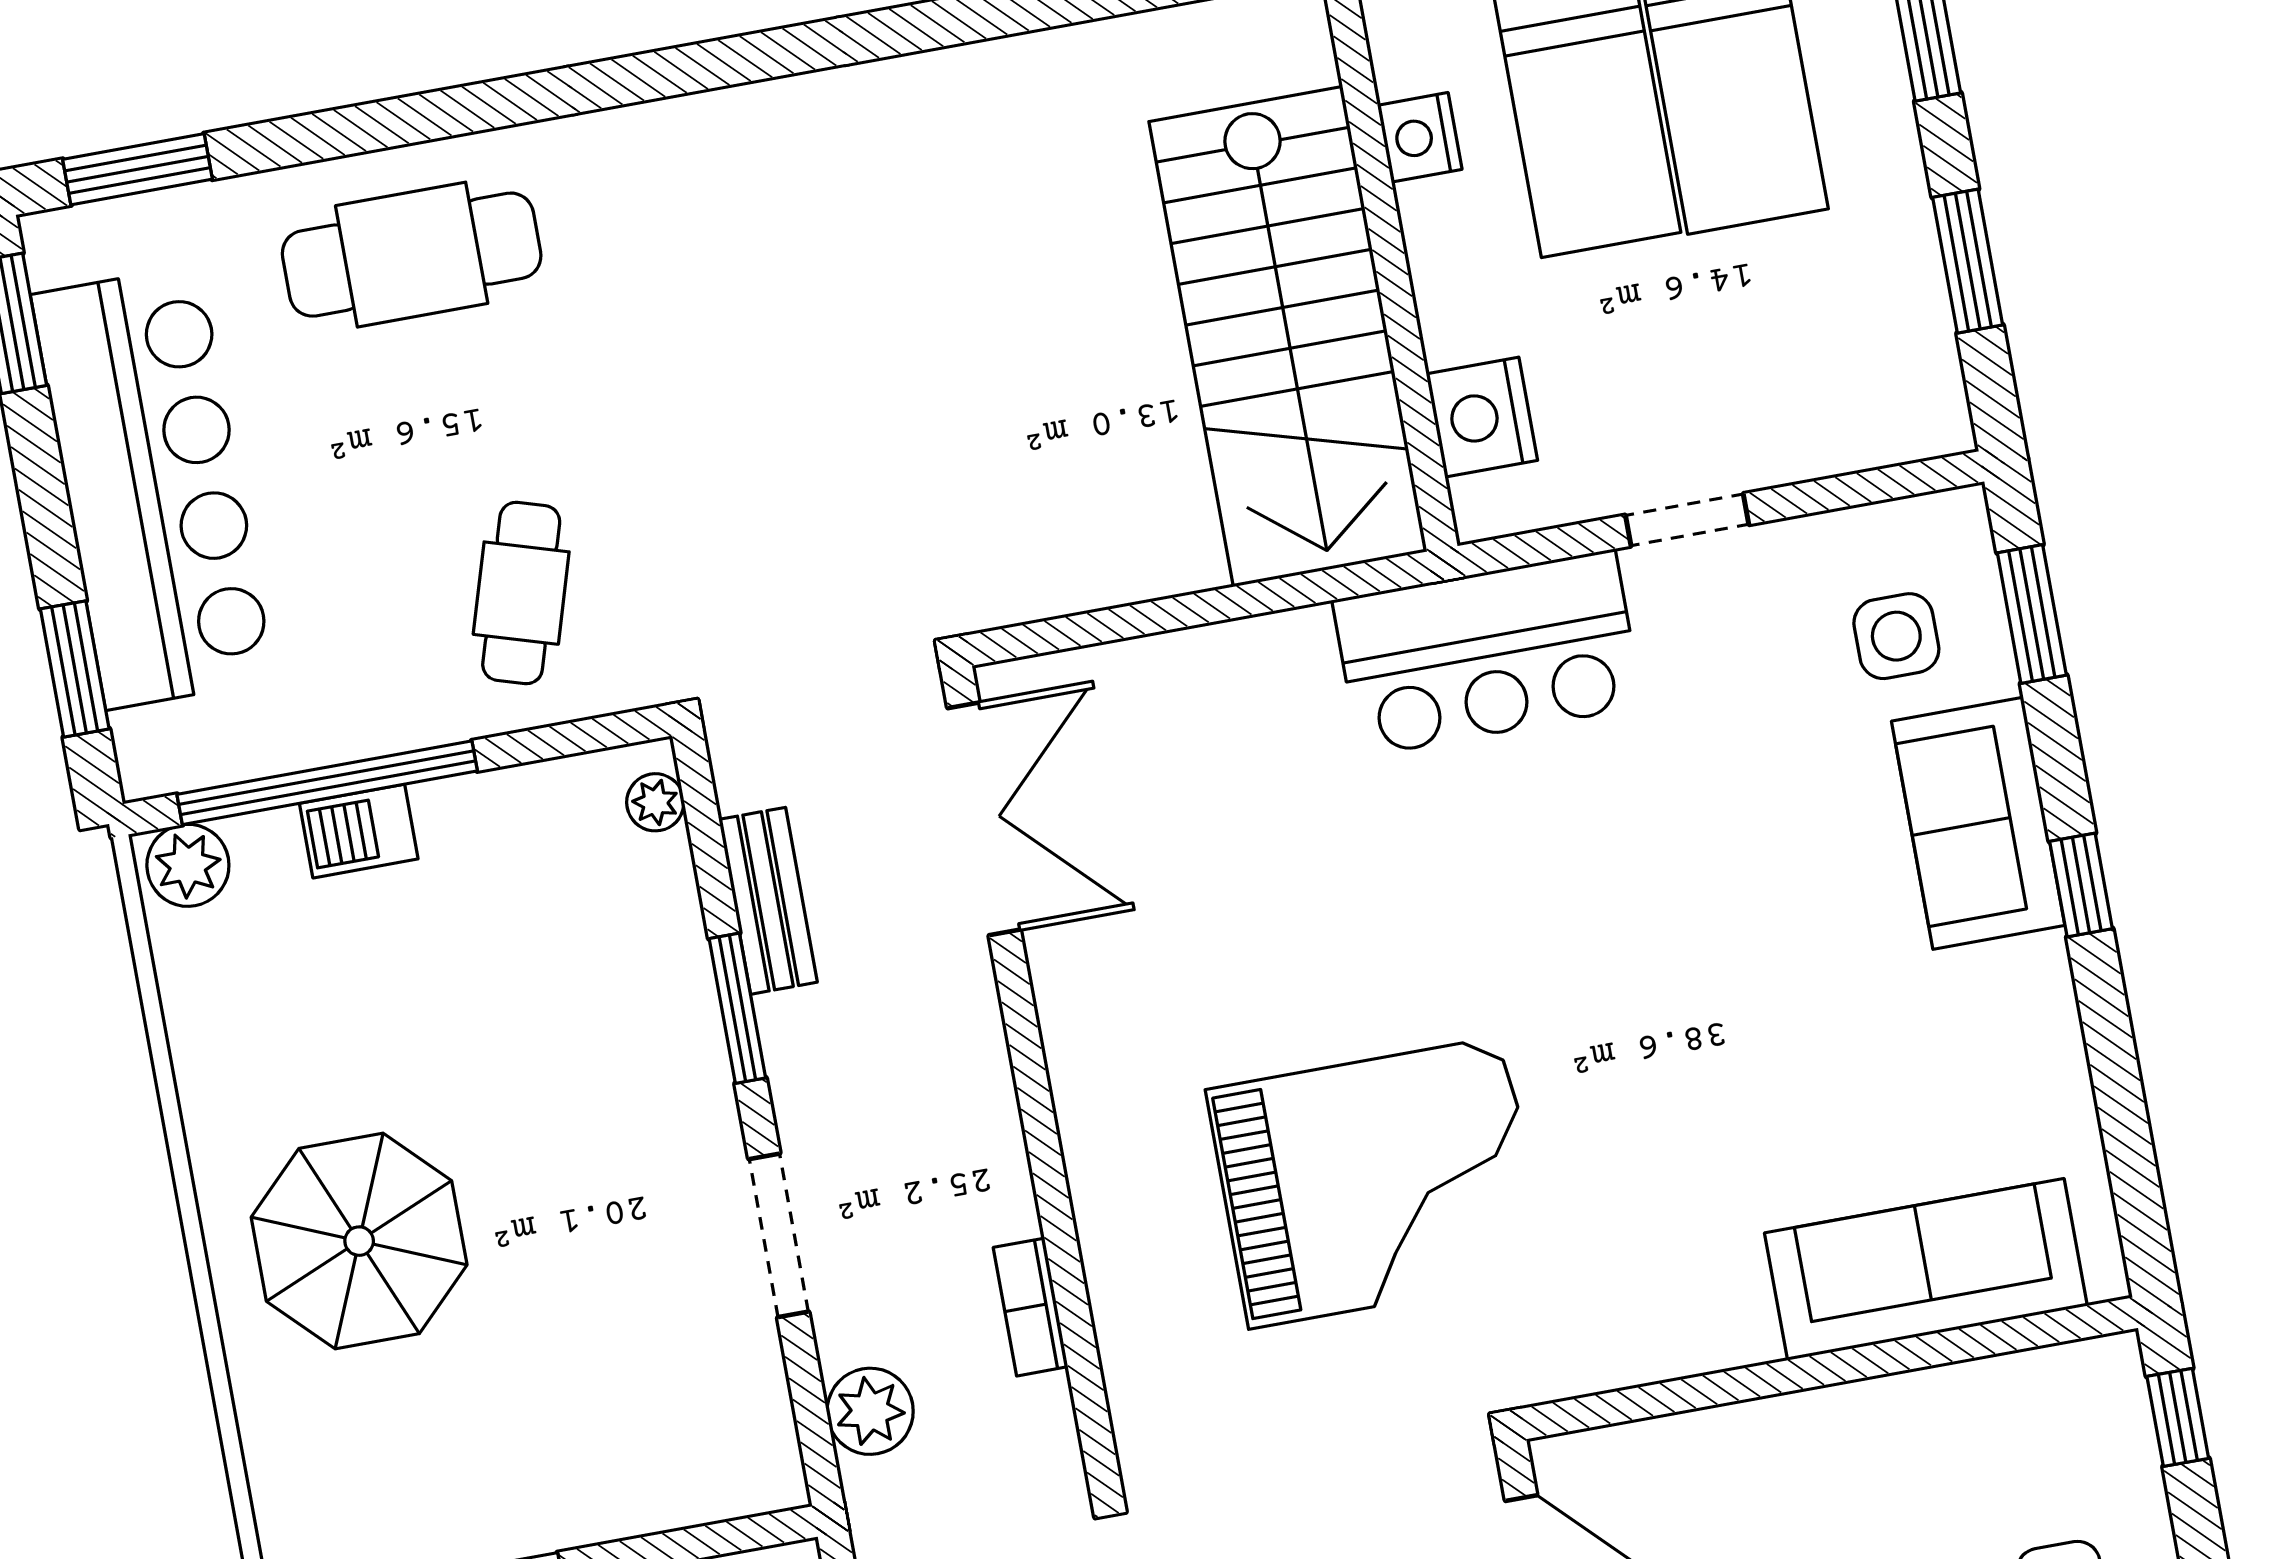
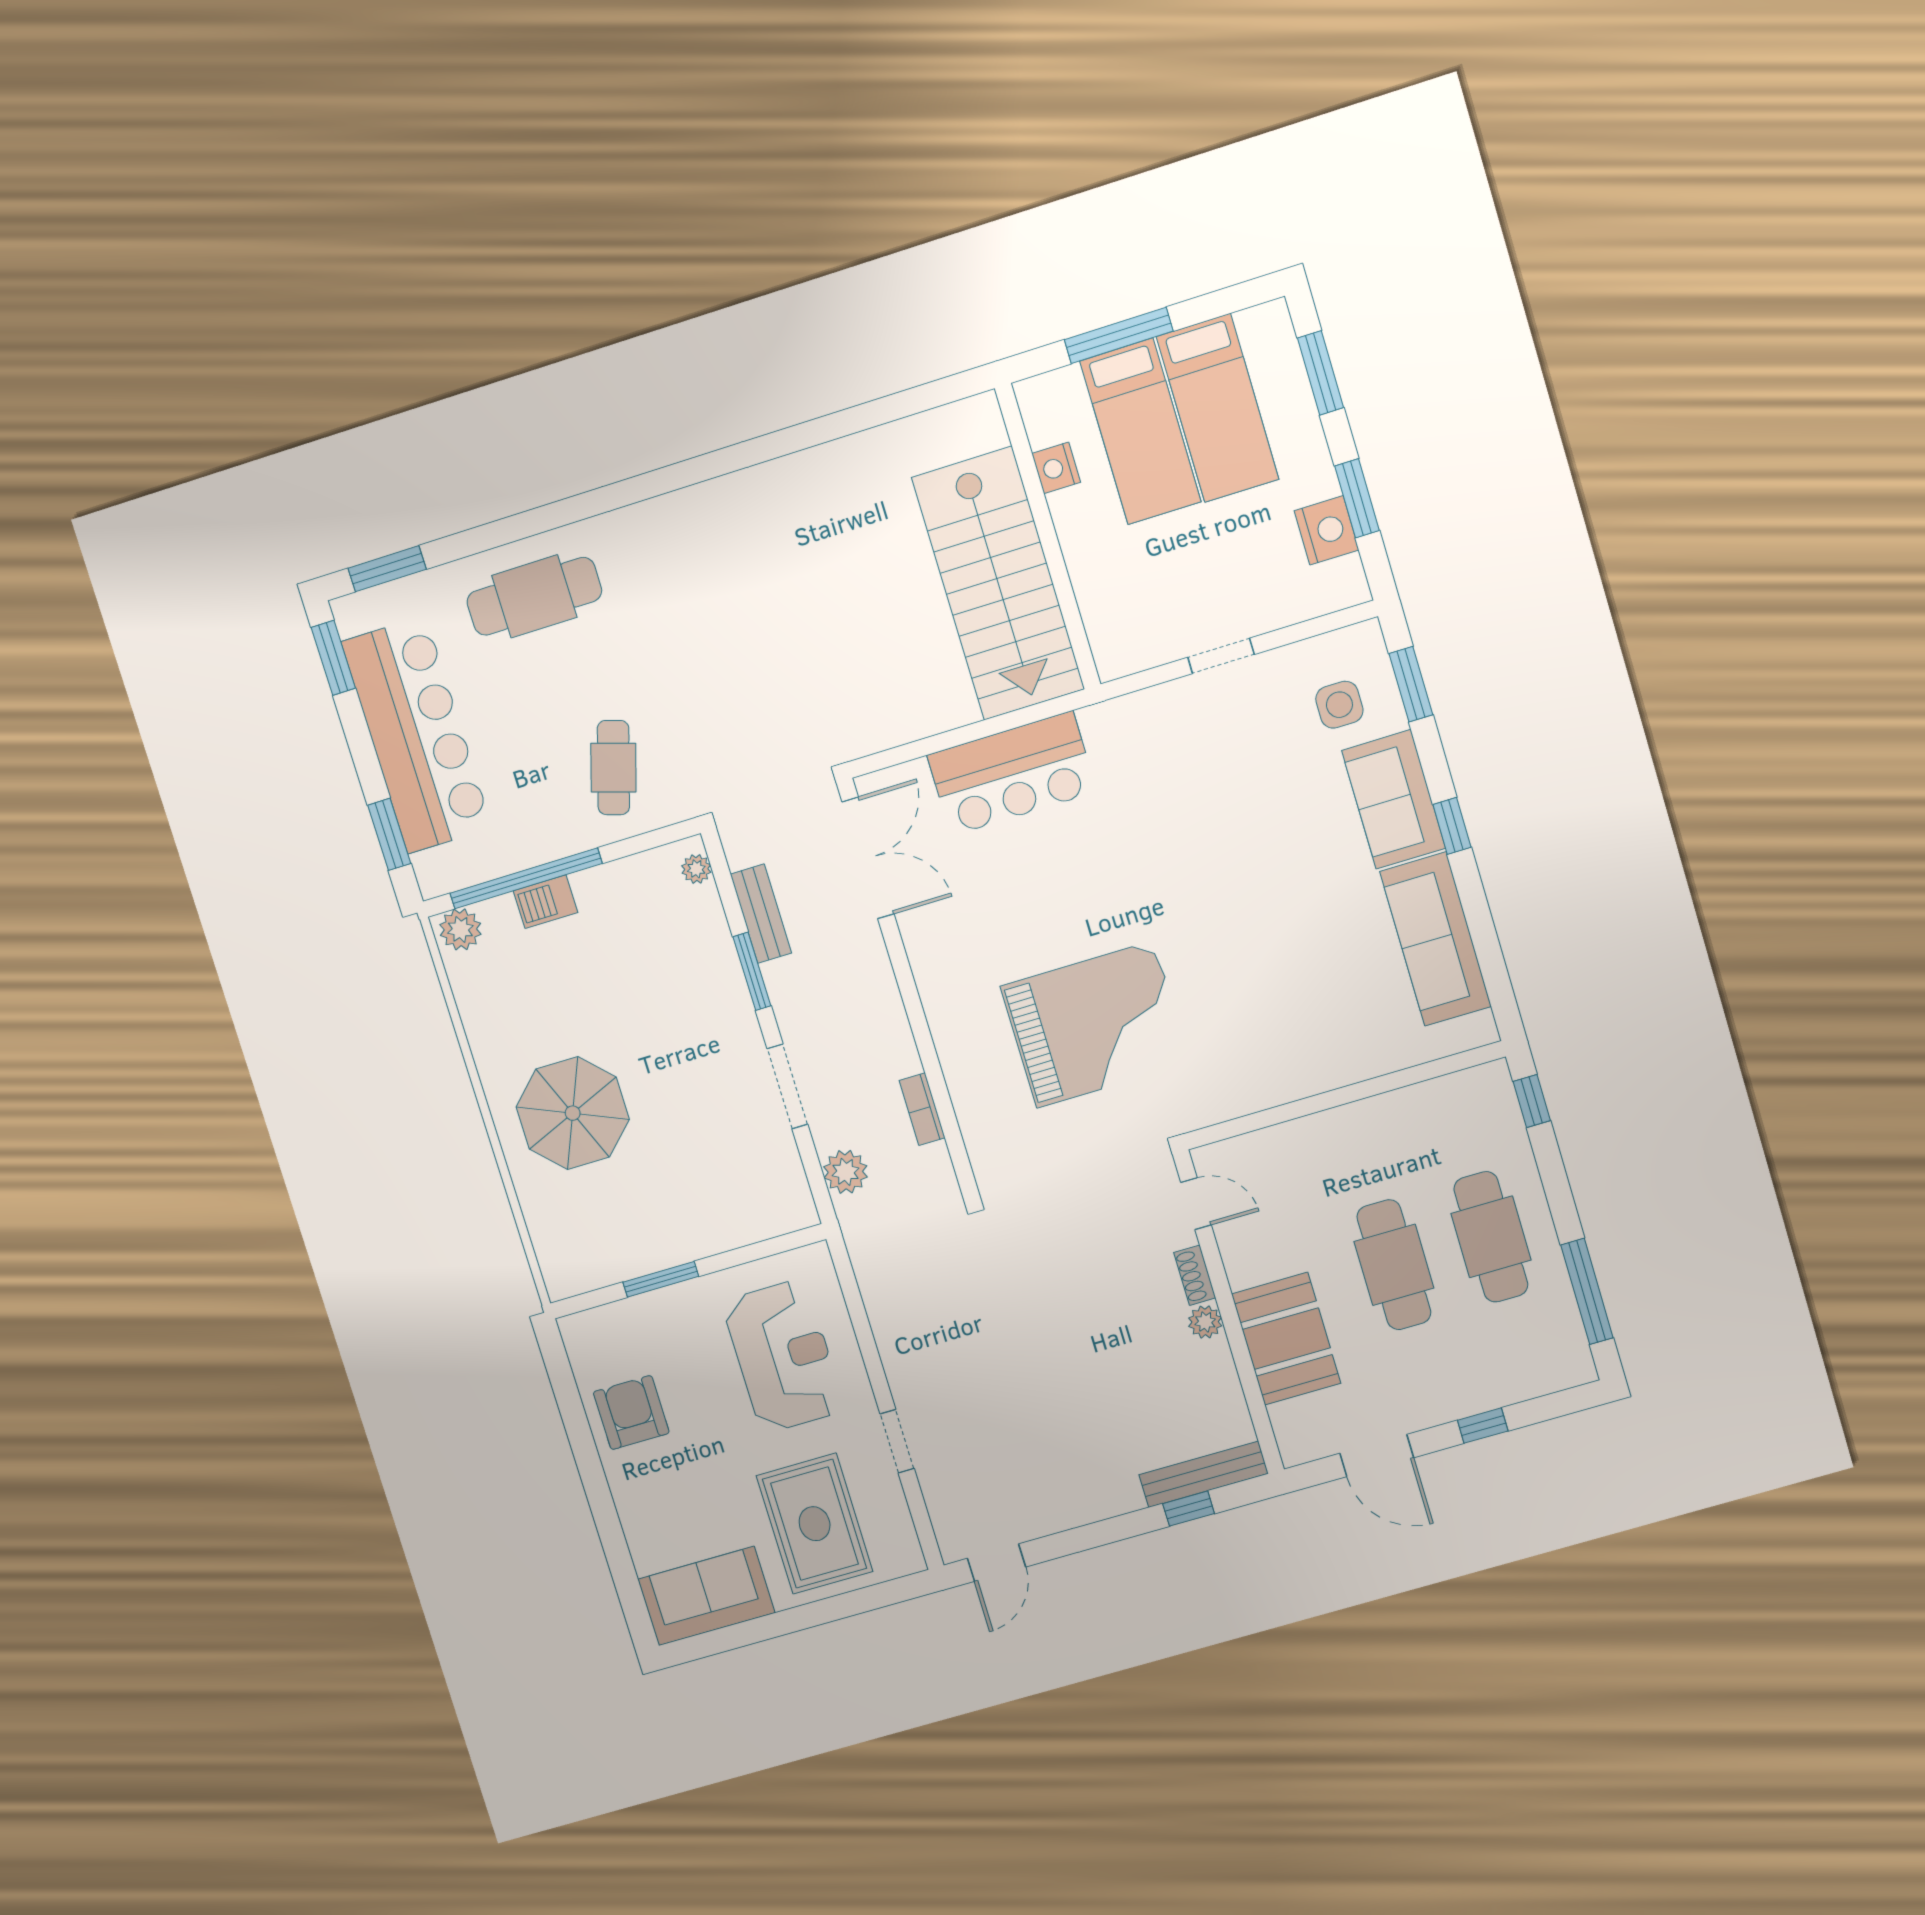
nightstand: (1482, 417) -> (1326, 530), moved, turned 180
bar counter: (1488, 653) -> (1012, 773), moved
sofa: (1926, 1269) -> (1436, 939), moved, turned -90

